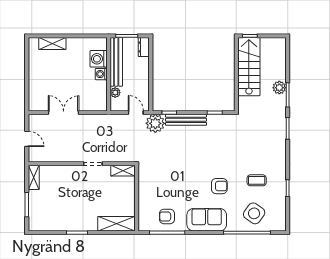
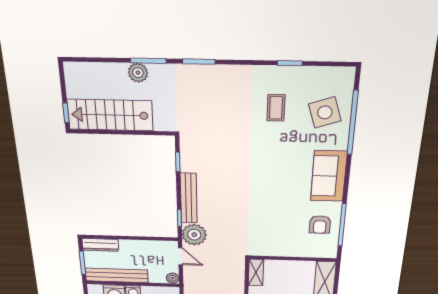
dresser: (144, 47) -> (100, 245), width x1.44
plant: (115, 93) -> (173, 278), moved
door: (136, 113) -> (180, 256), swing flipped
armchair: (219, 186) -> (282, 159), removed
side table: (254, 213) -> (325, 112), turned 37

